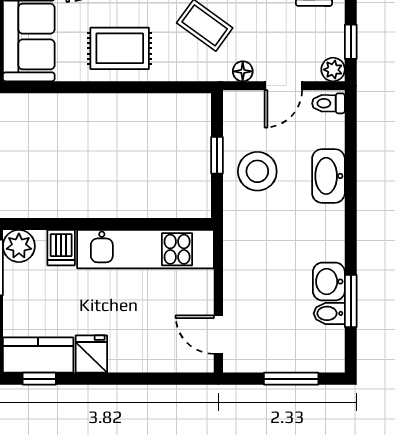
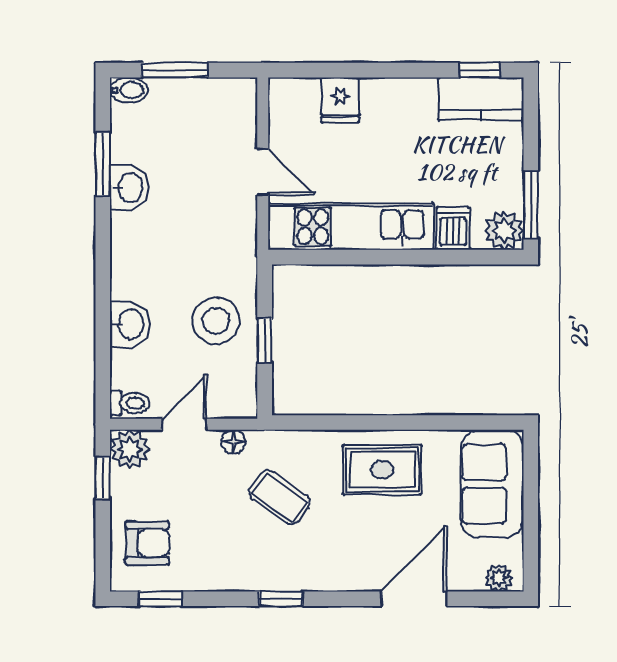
plant: (333, 70) -> (129, 449), width x1.38, depth x1.38
washbasin: (328, 176) -> (130, 324), width x0.72
bidet: (329, 313) -> (129, 90), moved
door: (218, 335) -> (263, 172), moved
fridge: (91, 354) -> (340, 100), moved

